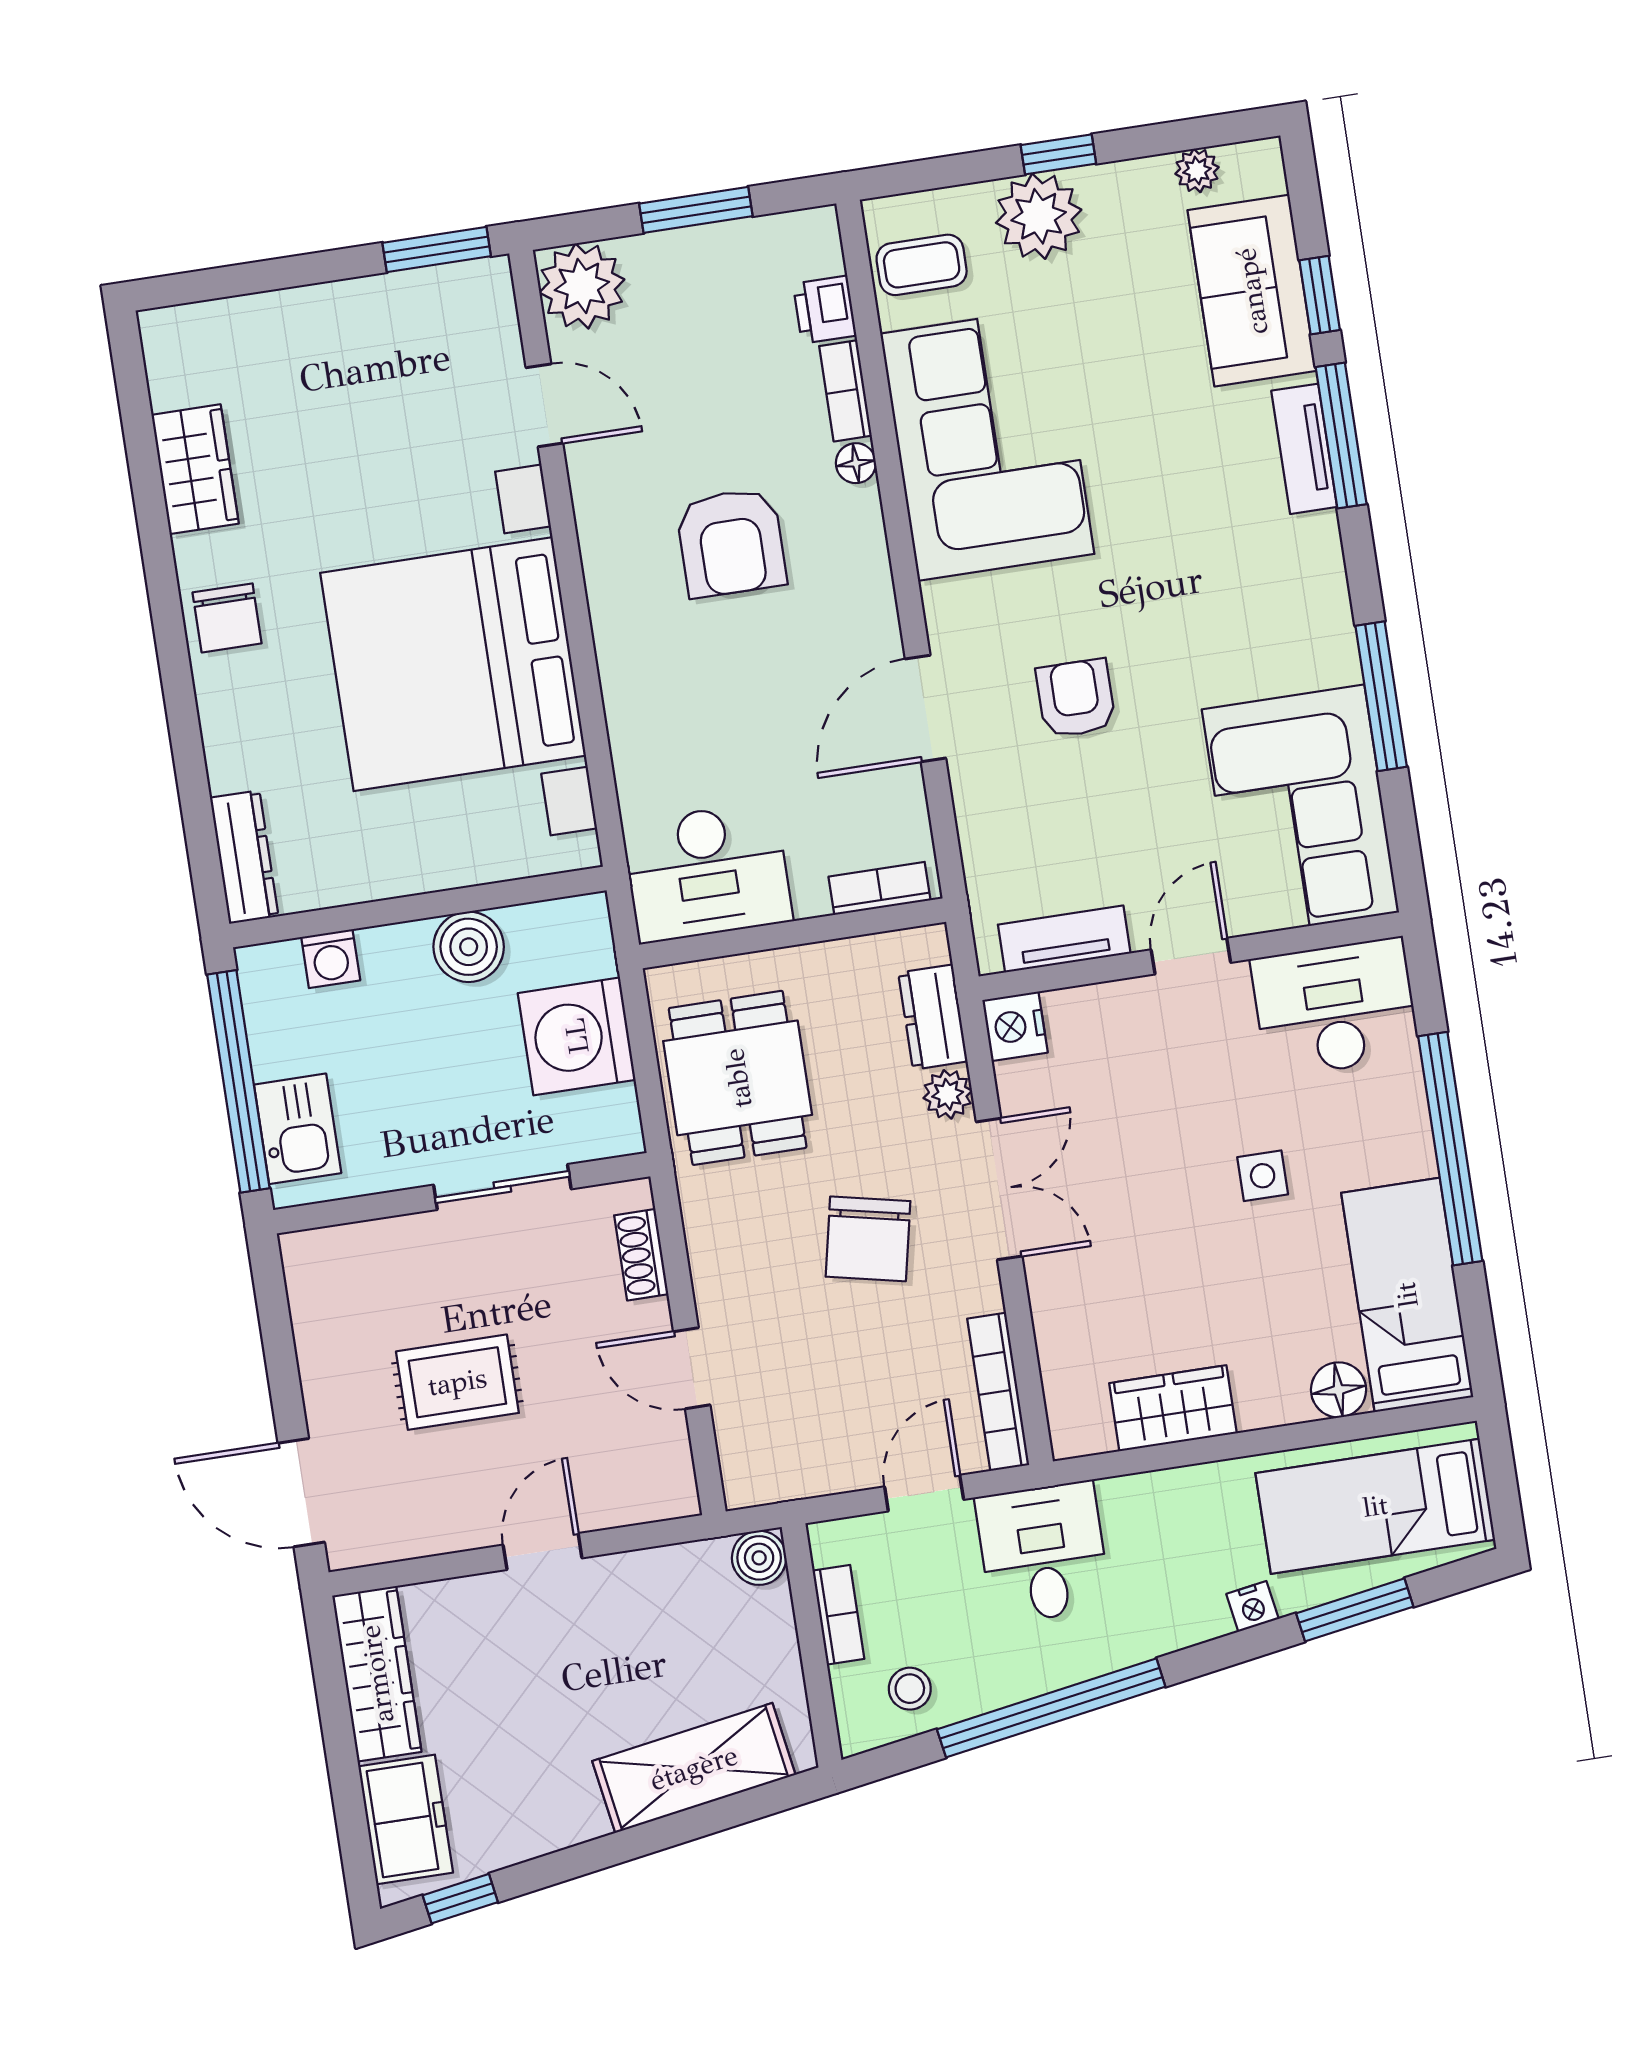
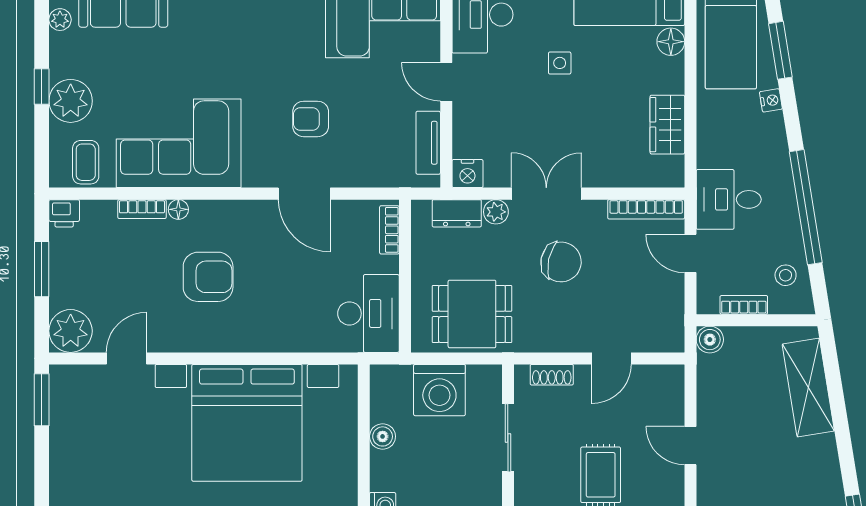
printer: (825, 310) -> (64, 213), moved
boiler: (469, 947) -> (383, 436), width x0.73, depth x0.73

